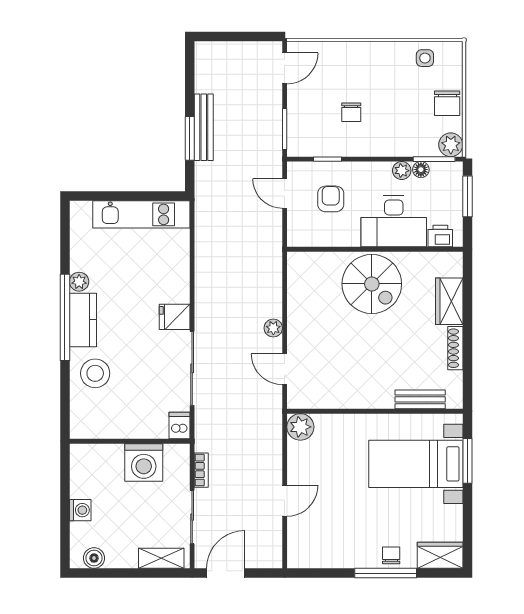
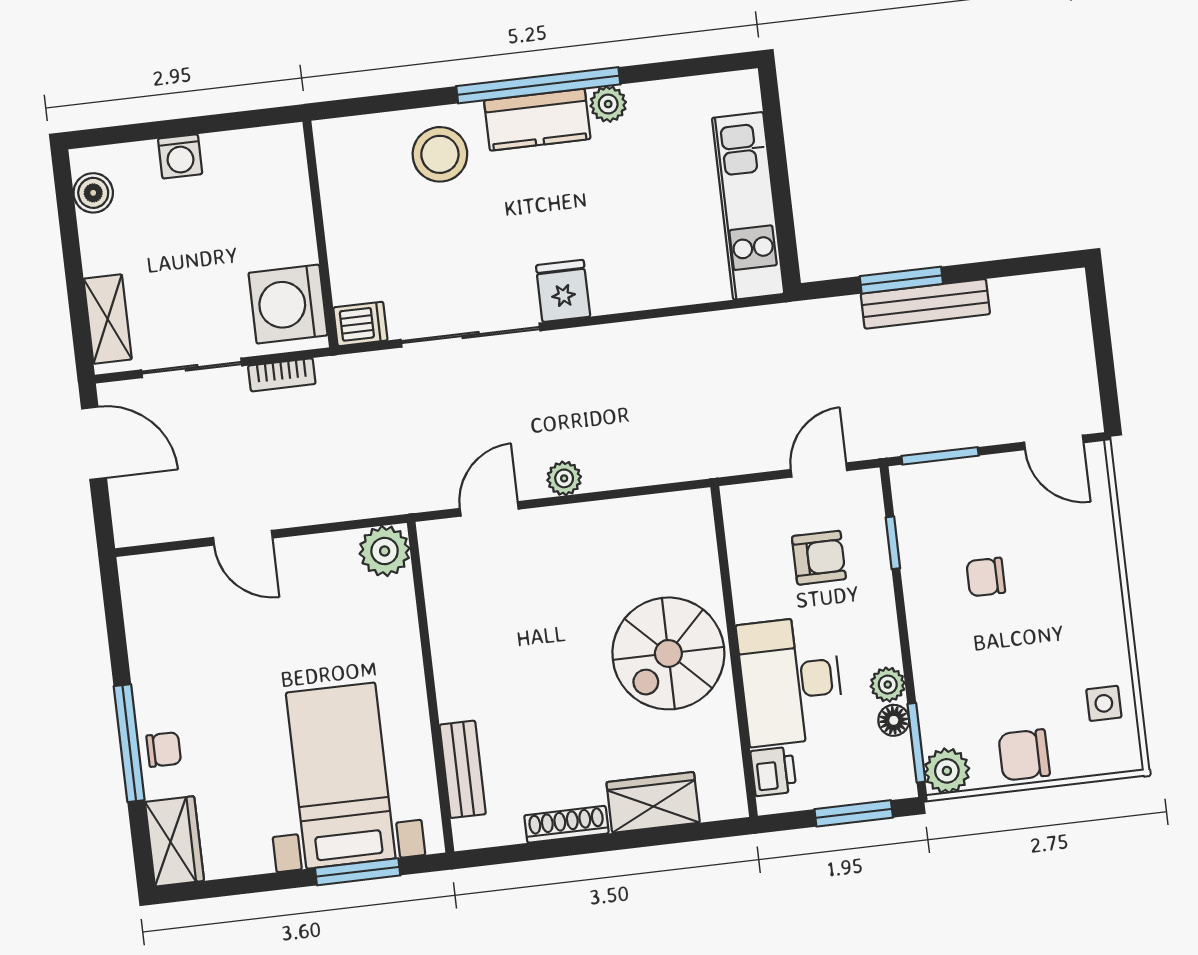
washing machine: (144, 463) -> (288, 304), moved

